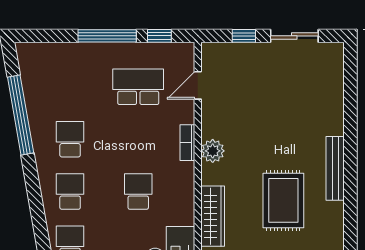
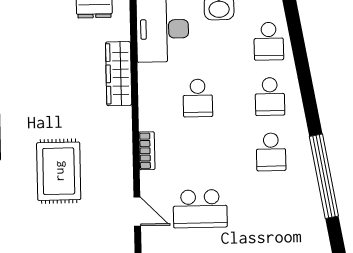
door: (198, 85) -> (137, 211), hinge flipped
plant: (213, 151) -> (120, 143), removed
rug: (283, 200) -> (59, 171), moved

